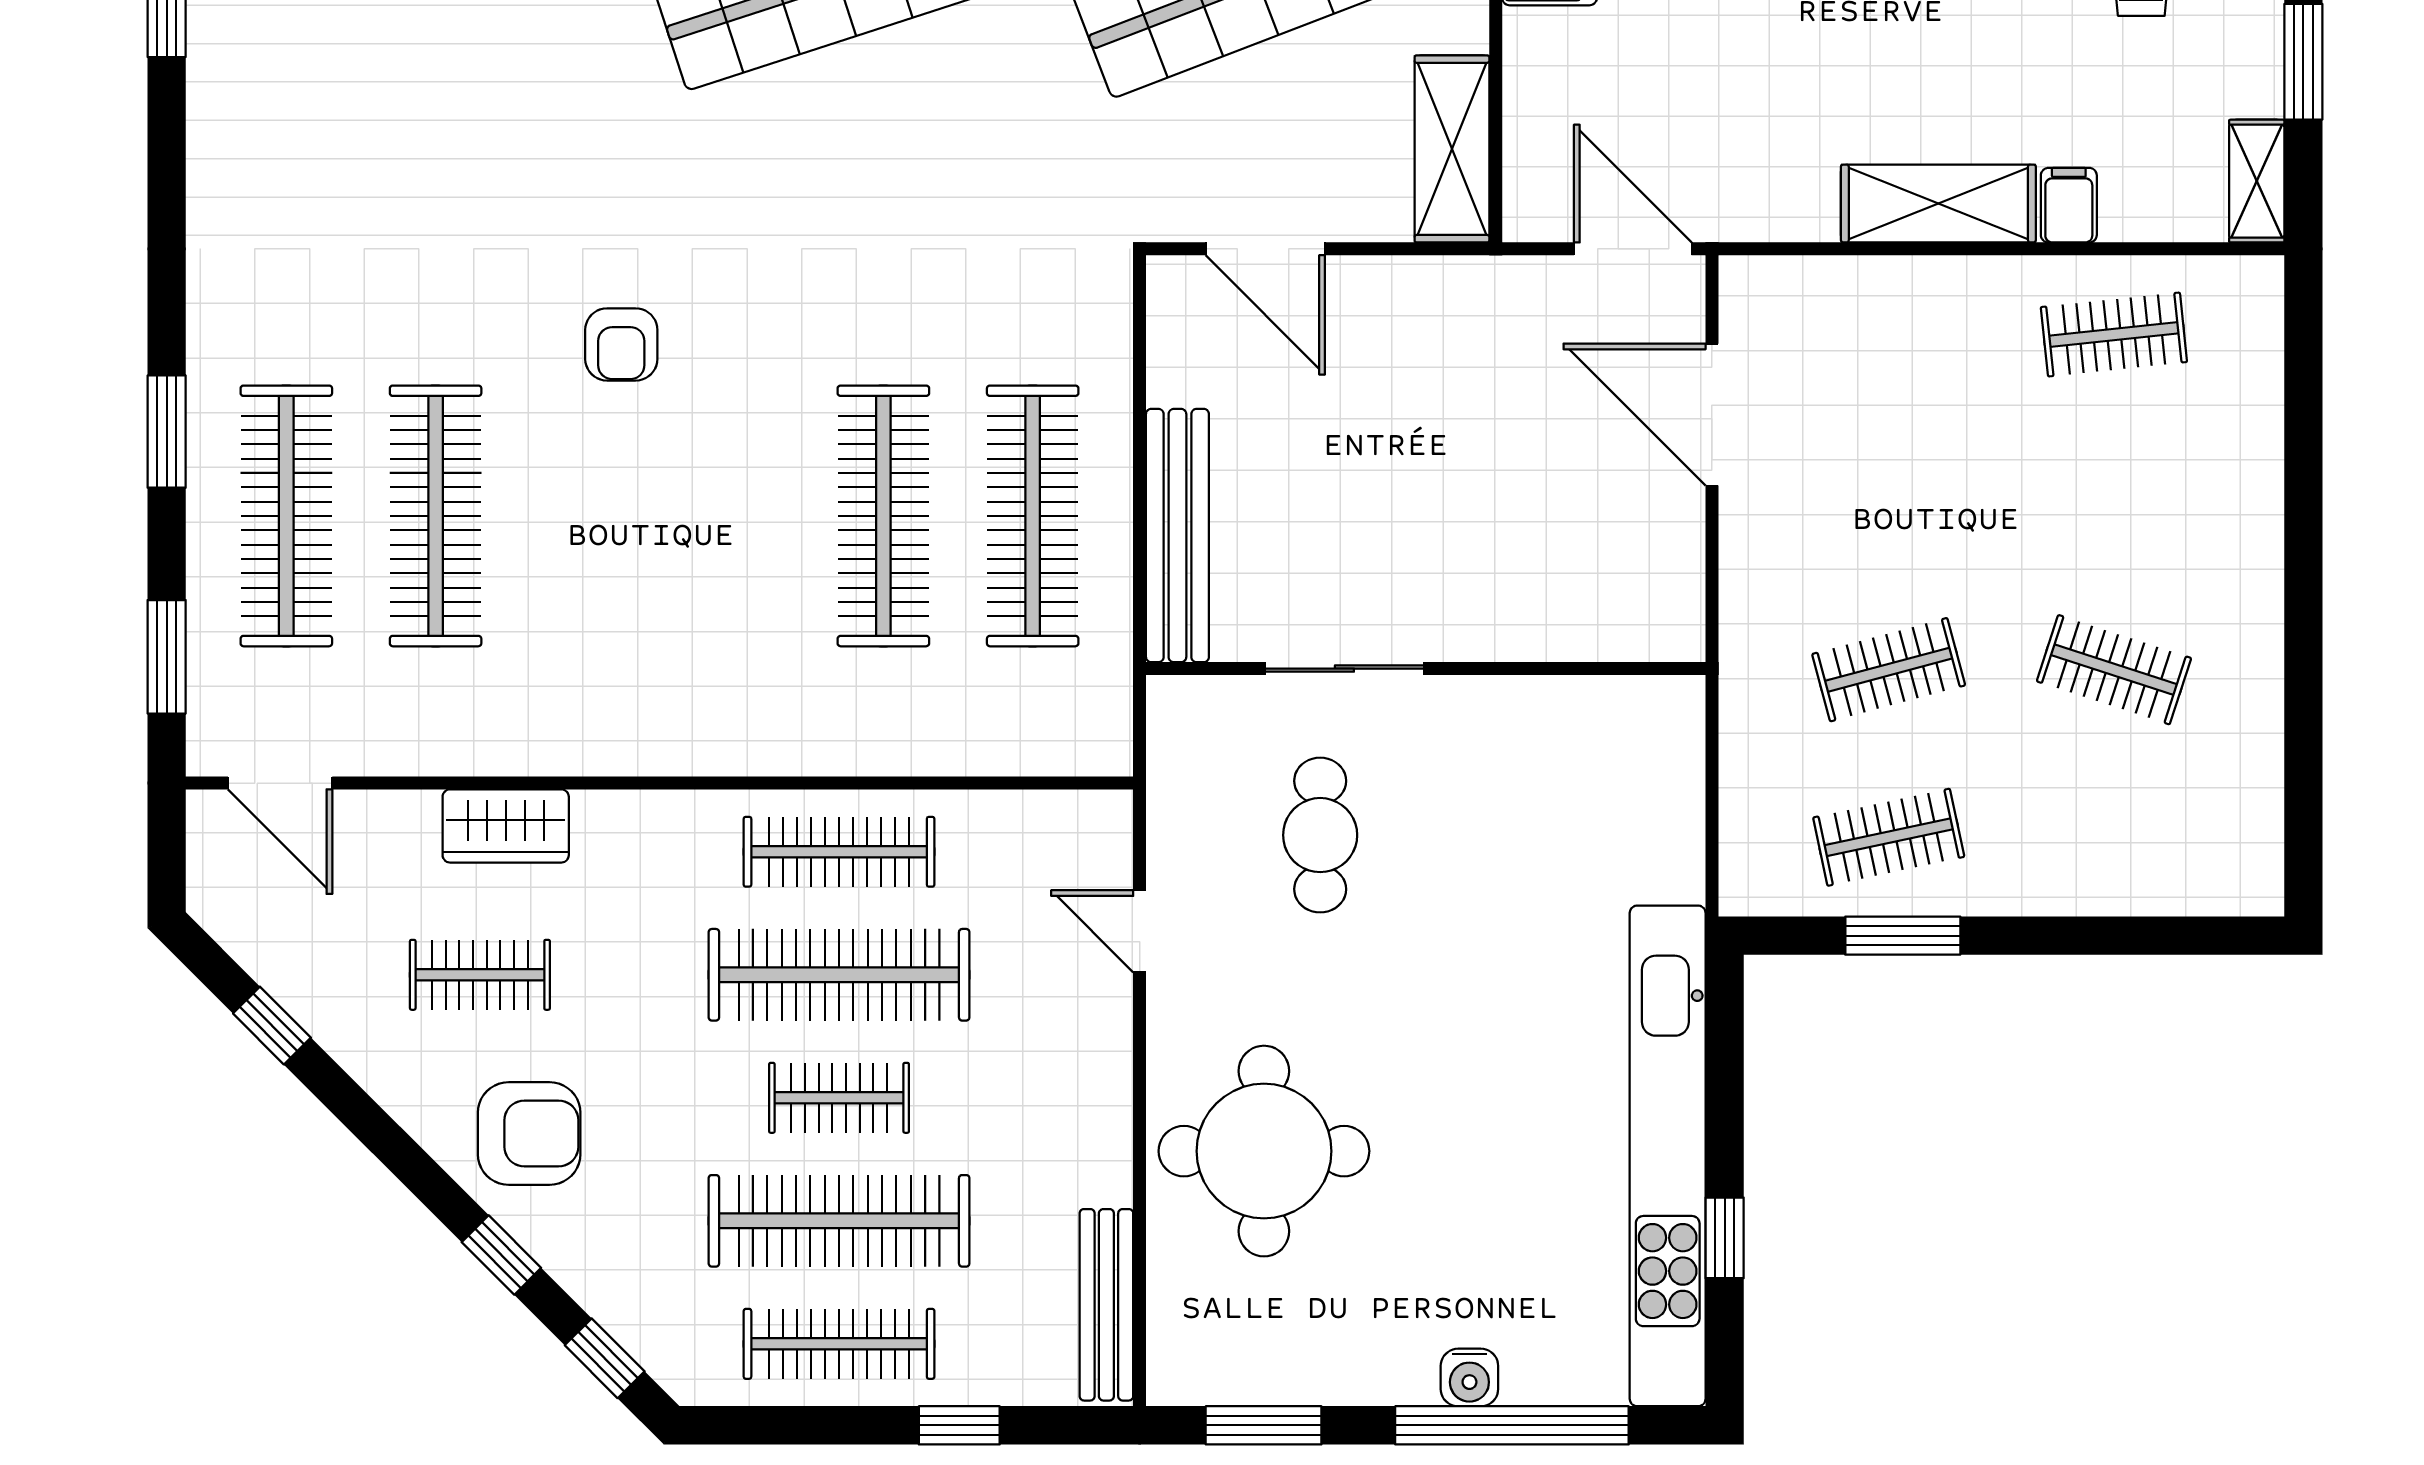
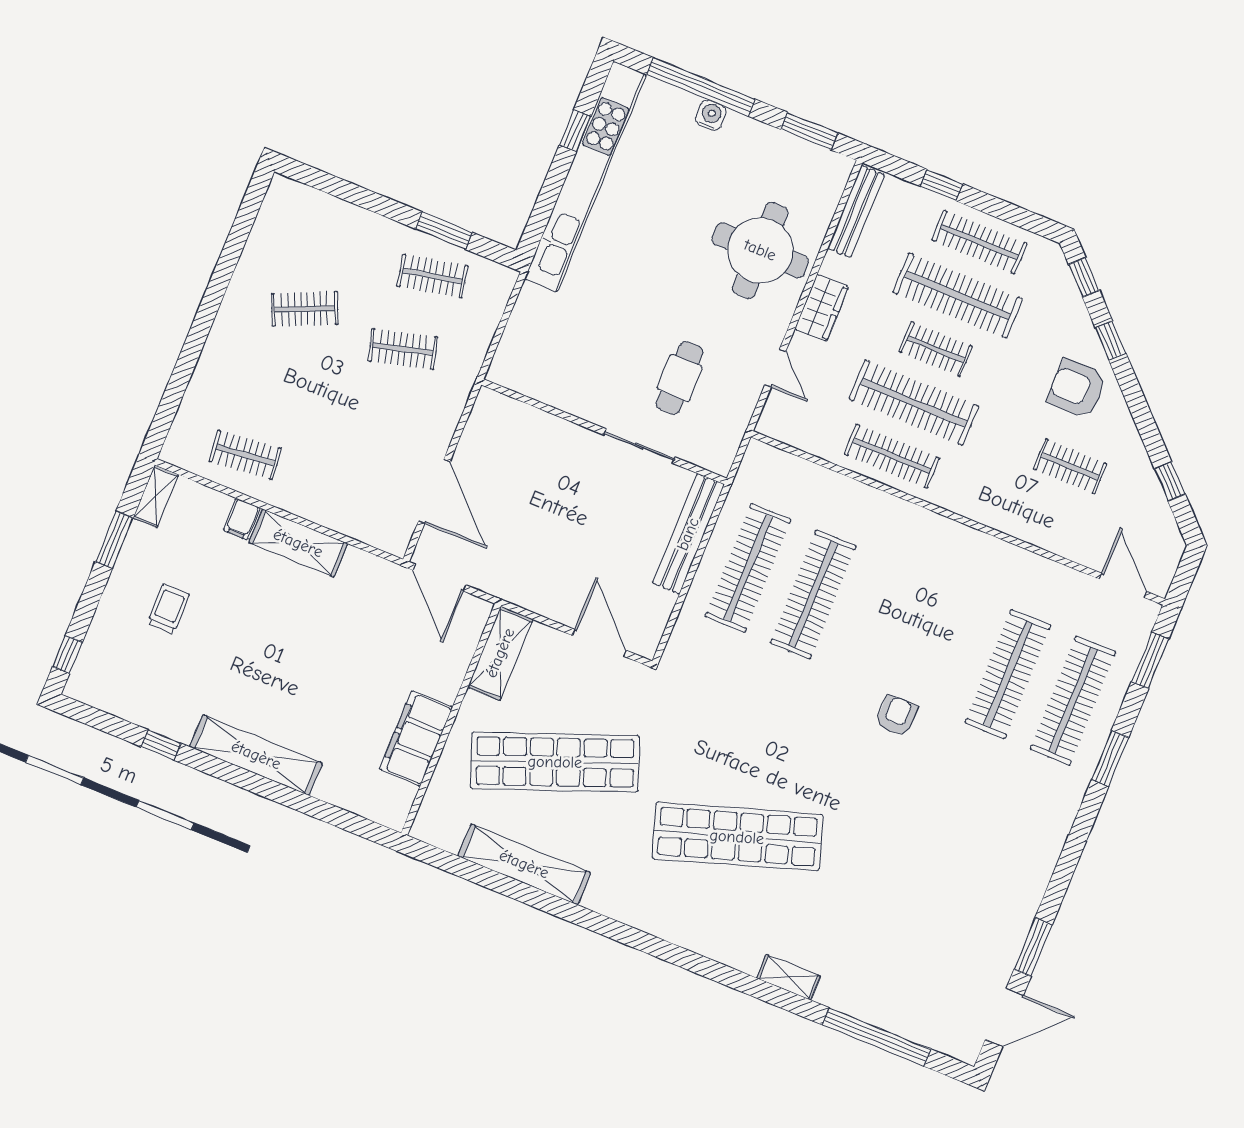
clothes rail: (2114, 670) -> (305, 309), turned -42
wardrobe: (506, 826) -> (822, 308), moved, turned 90

